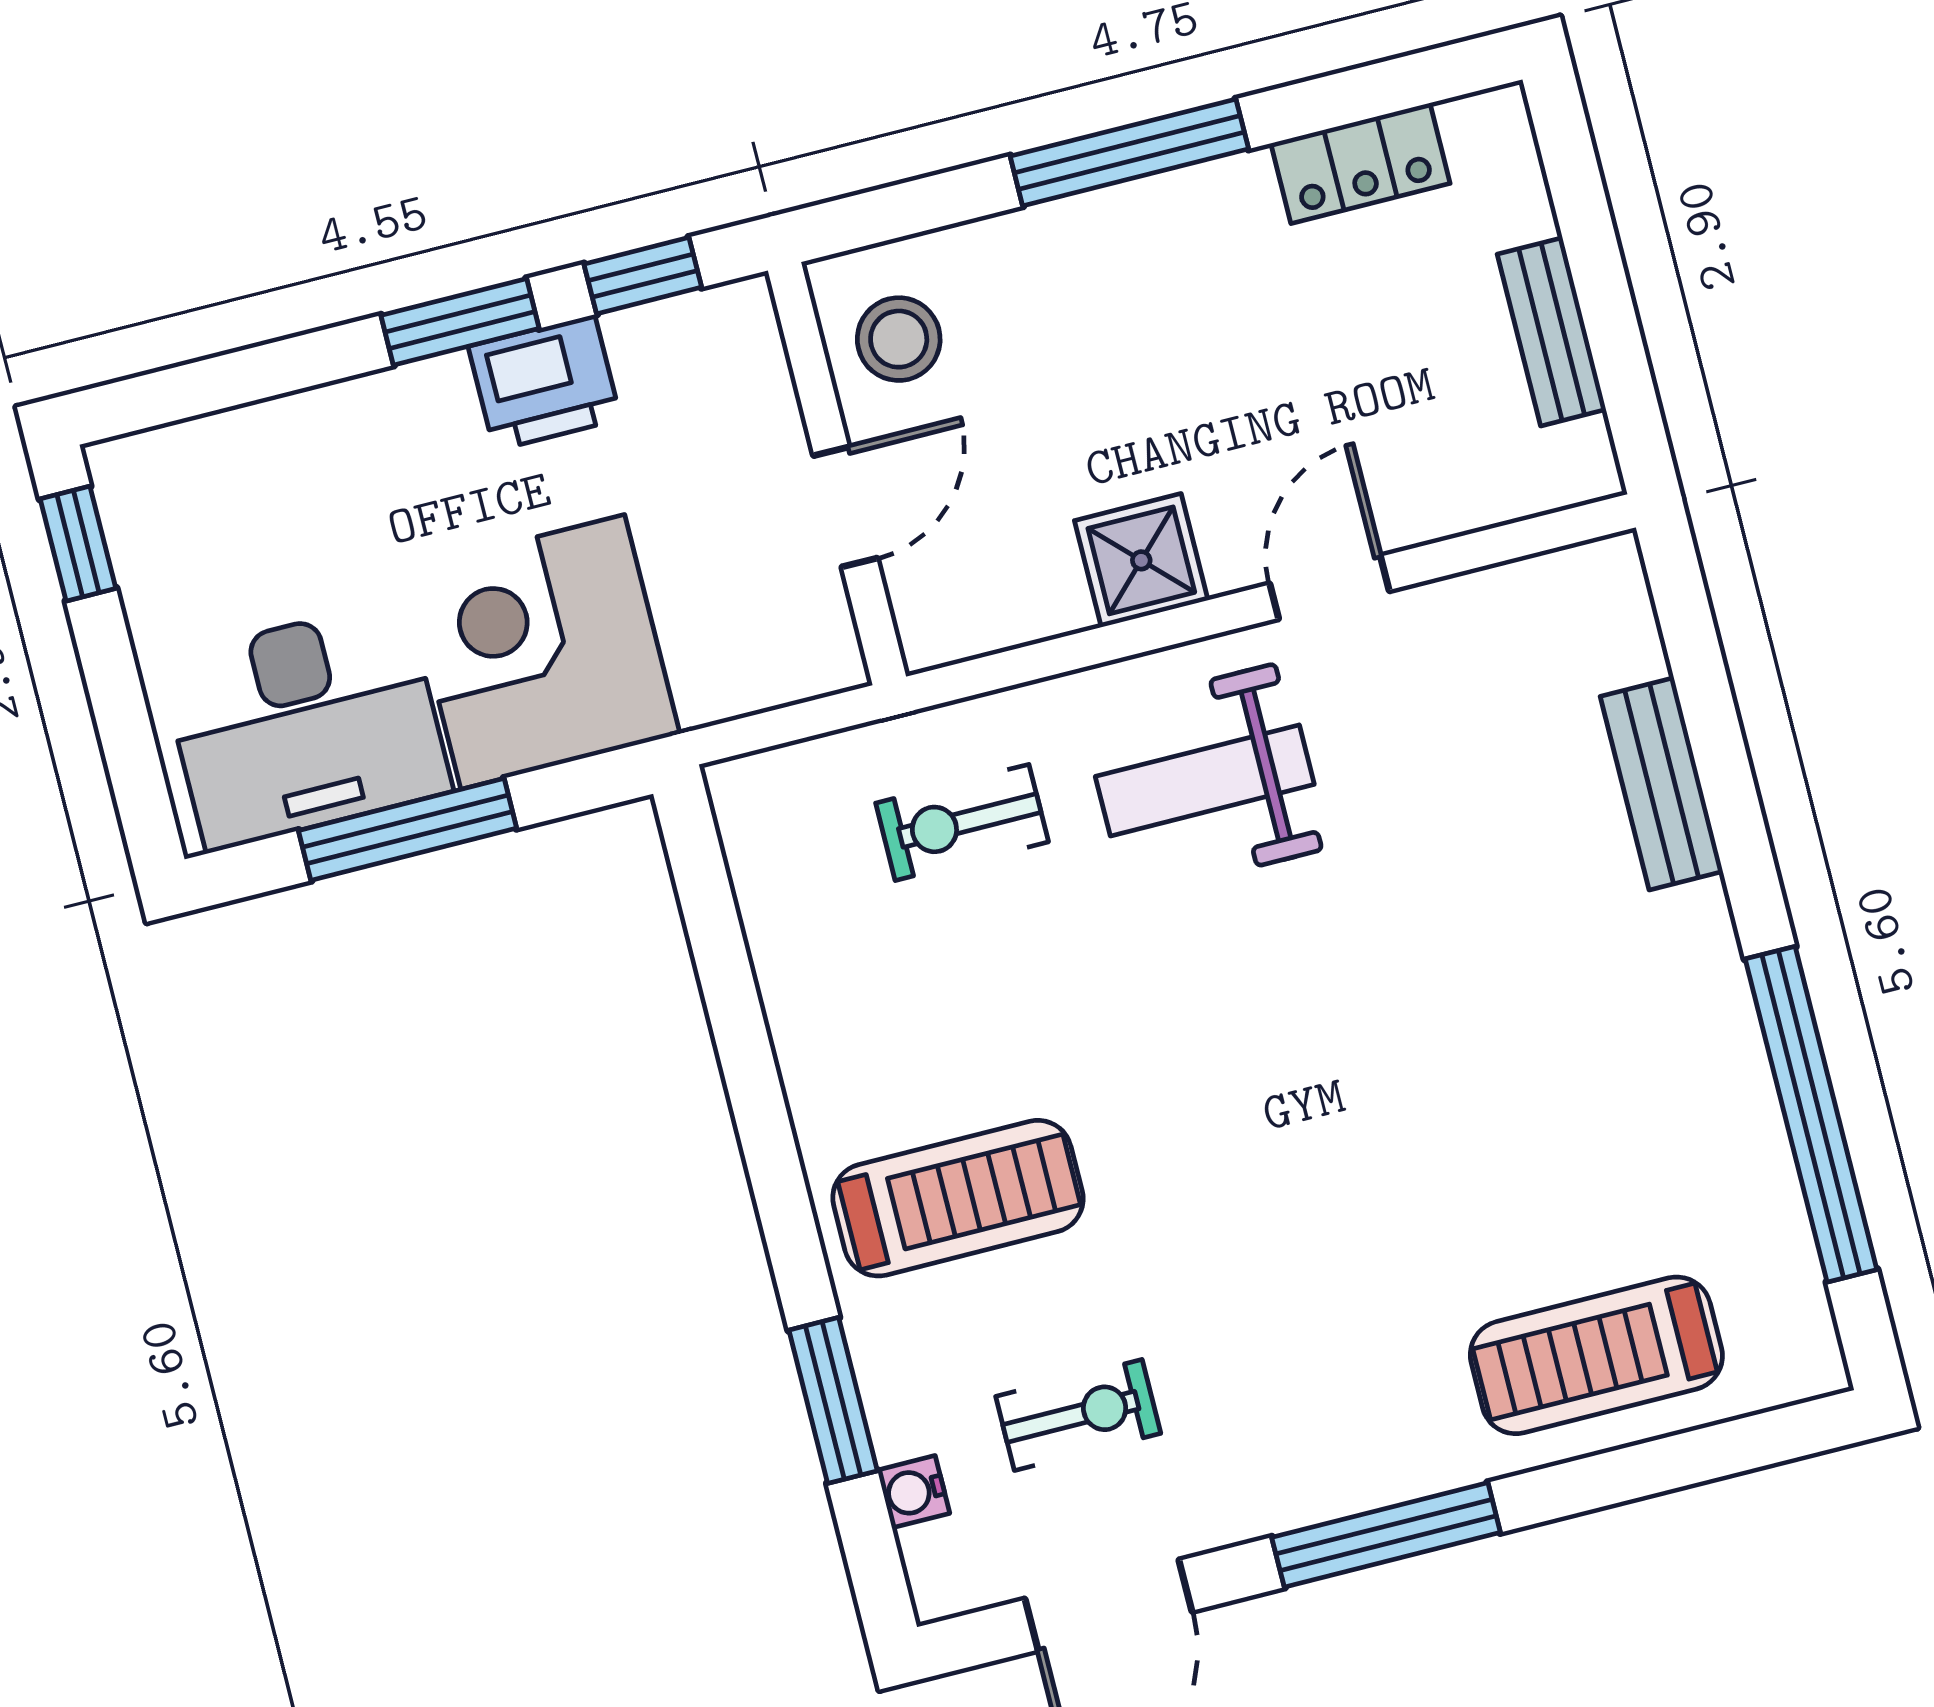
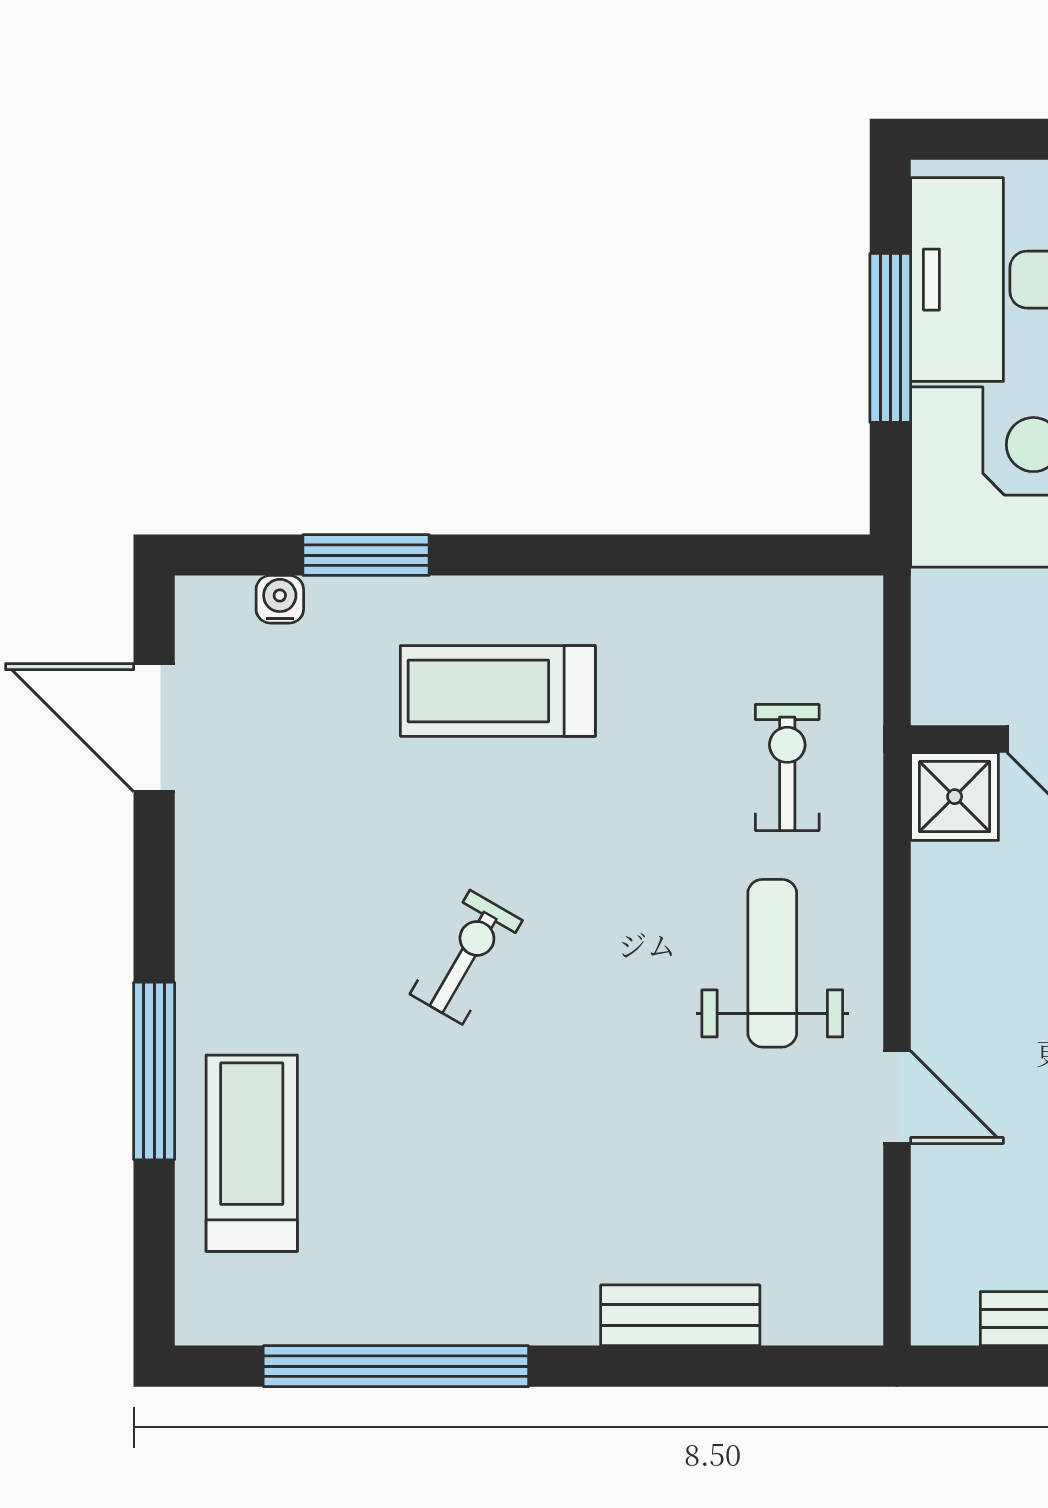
shower: (1141, 560) -> (955, 797), moved
treadmill: (958, 1198) -> (498, 691), turned 90
exercise bike: (1078, 1415) -> (466, 957), moved, turned -150
window: (1386, 1535) -> (154, 1071), moved

